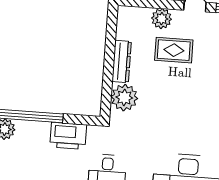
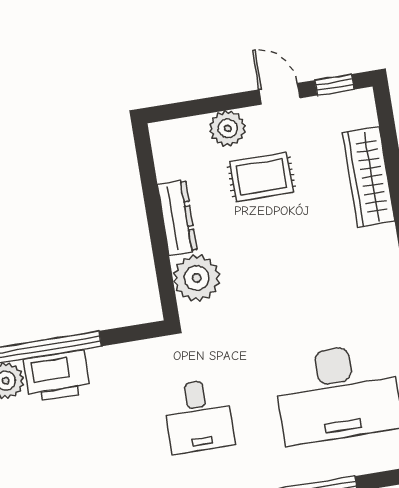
printer: (68, 136) -> (57, 376), moved

